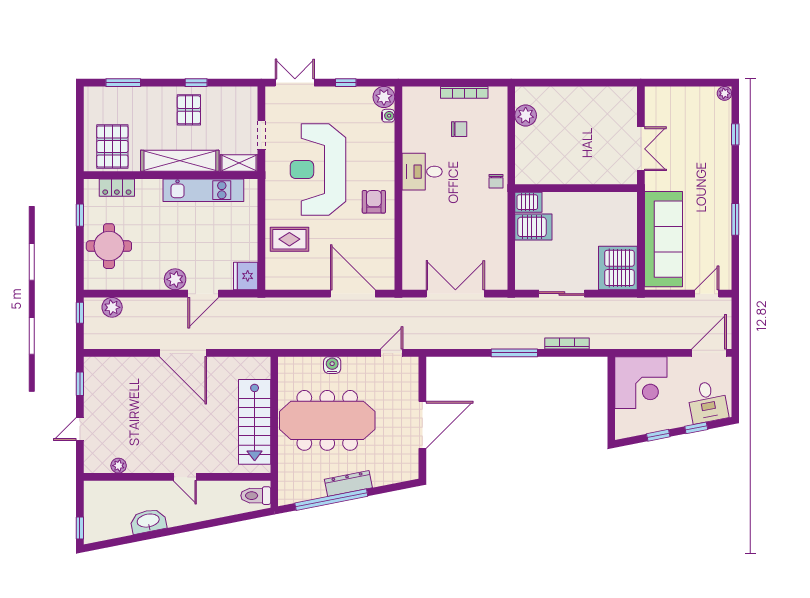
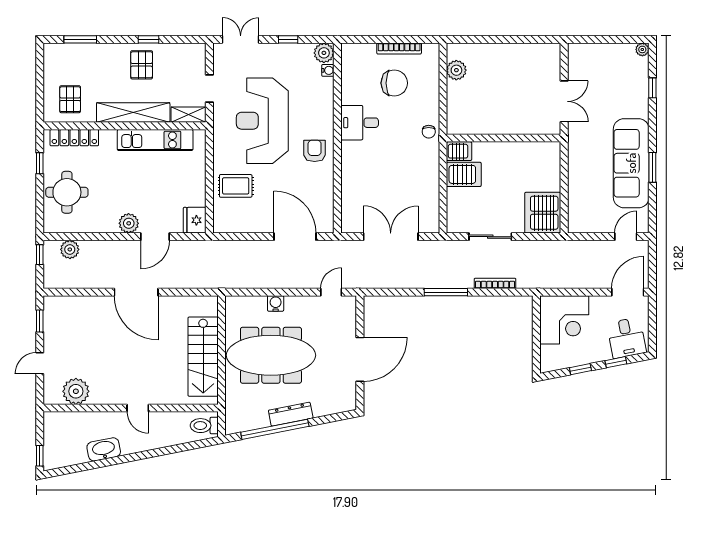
chair: (459, 129) -> (394, 83), width x1.87, depth x1.87
pallet: (112, 147) -> (70, 99), width x0.67, depth x0.71
locker: (117, 188) -> (74, 138), width x1.53
sofa: (664, 239) -> (631, 163), moved, turned 180
plant: (119, 466) -> (76, 391), width x1.88, depth x1.88

